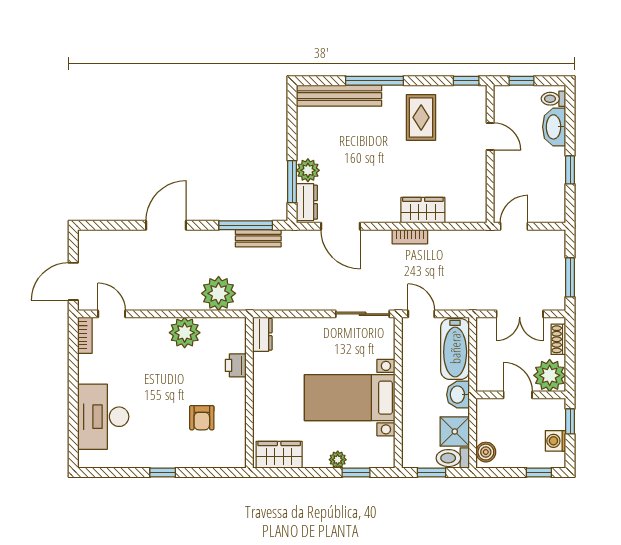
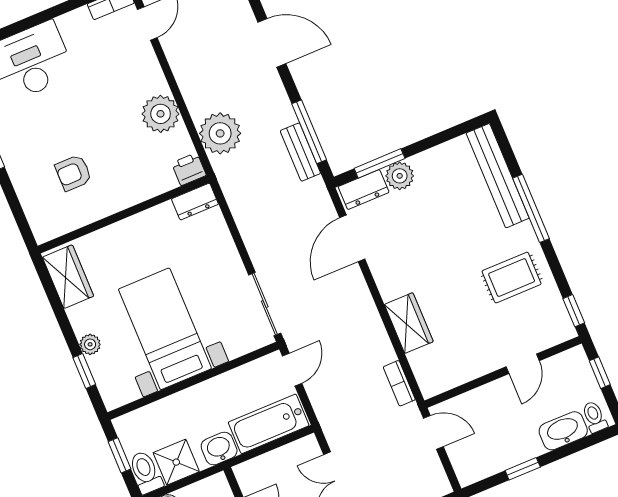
bookcase: (410, 237) -> (399, 383), moved
printer: (236, 365) -> (189, 169), moved

